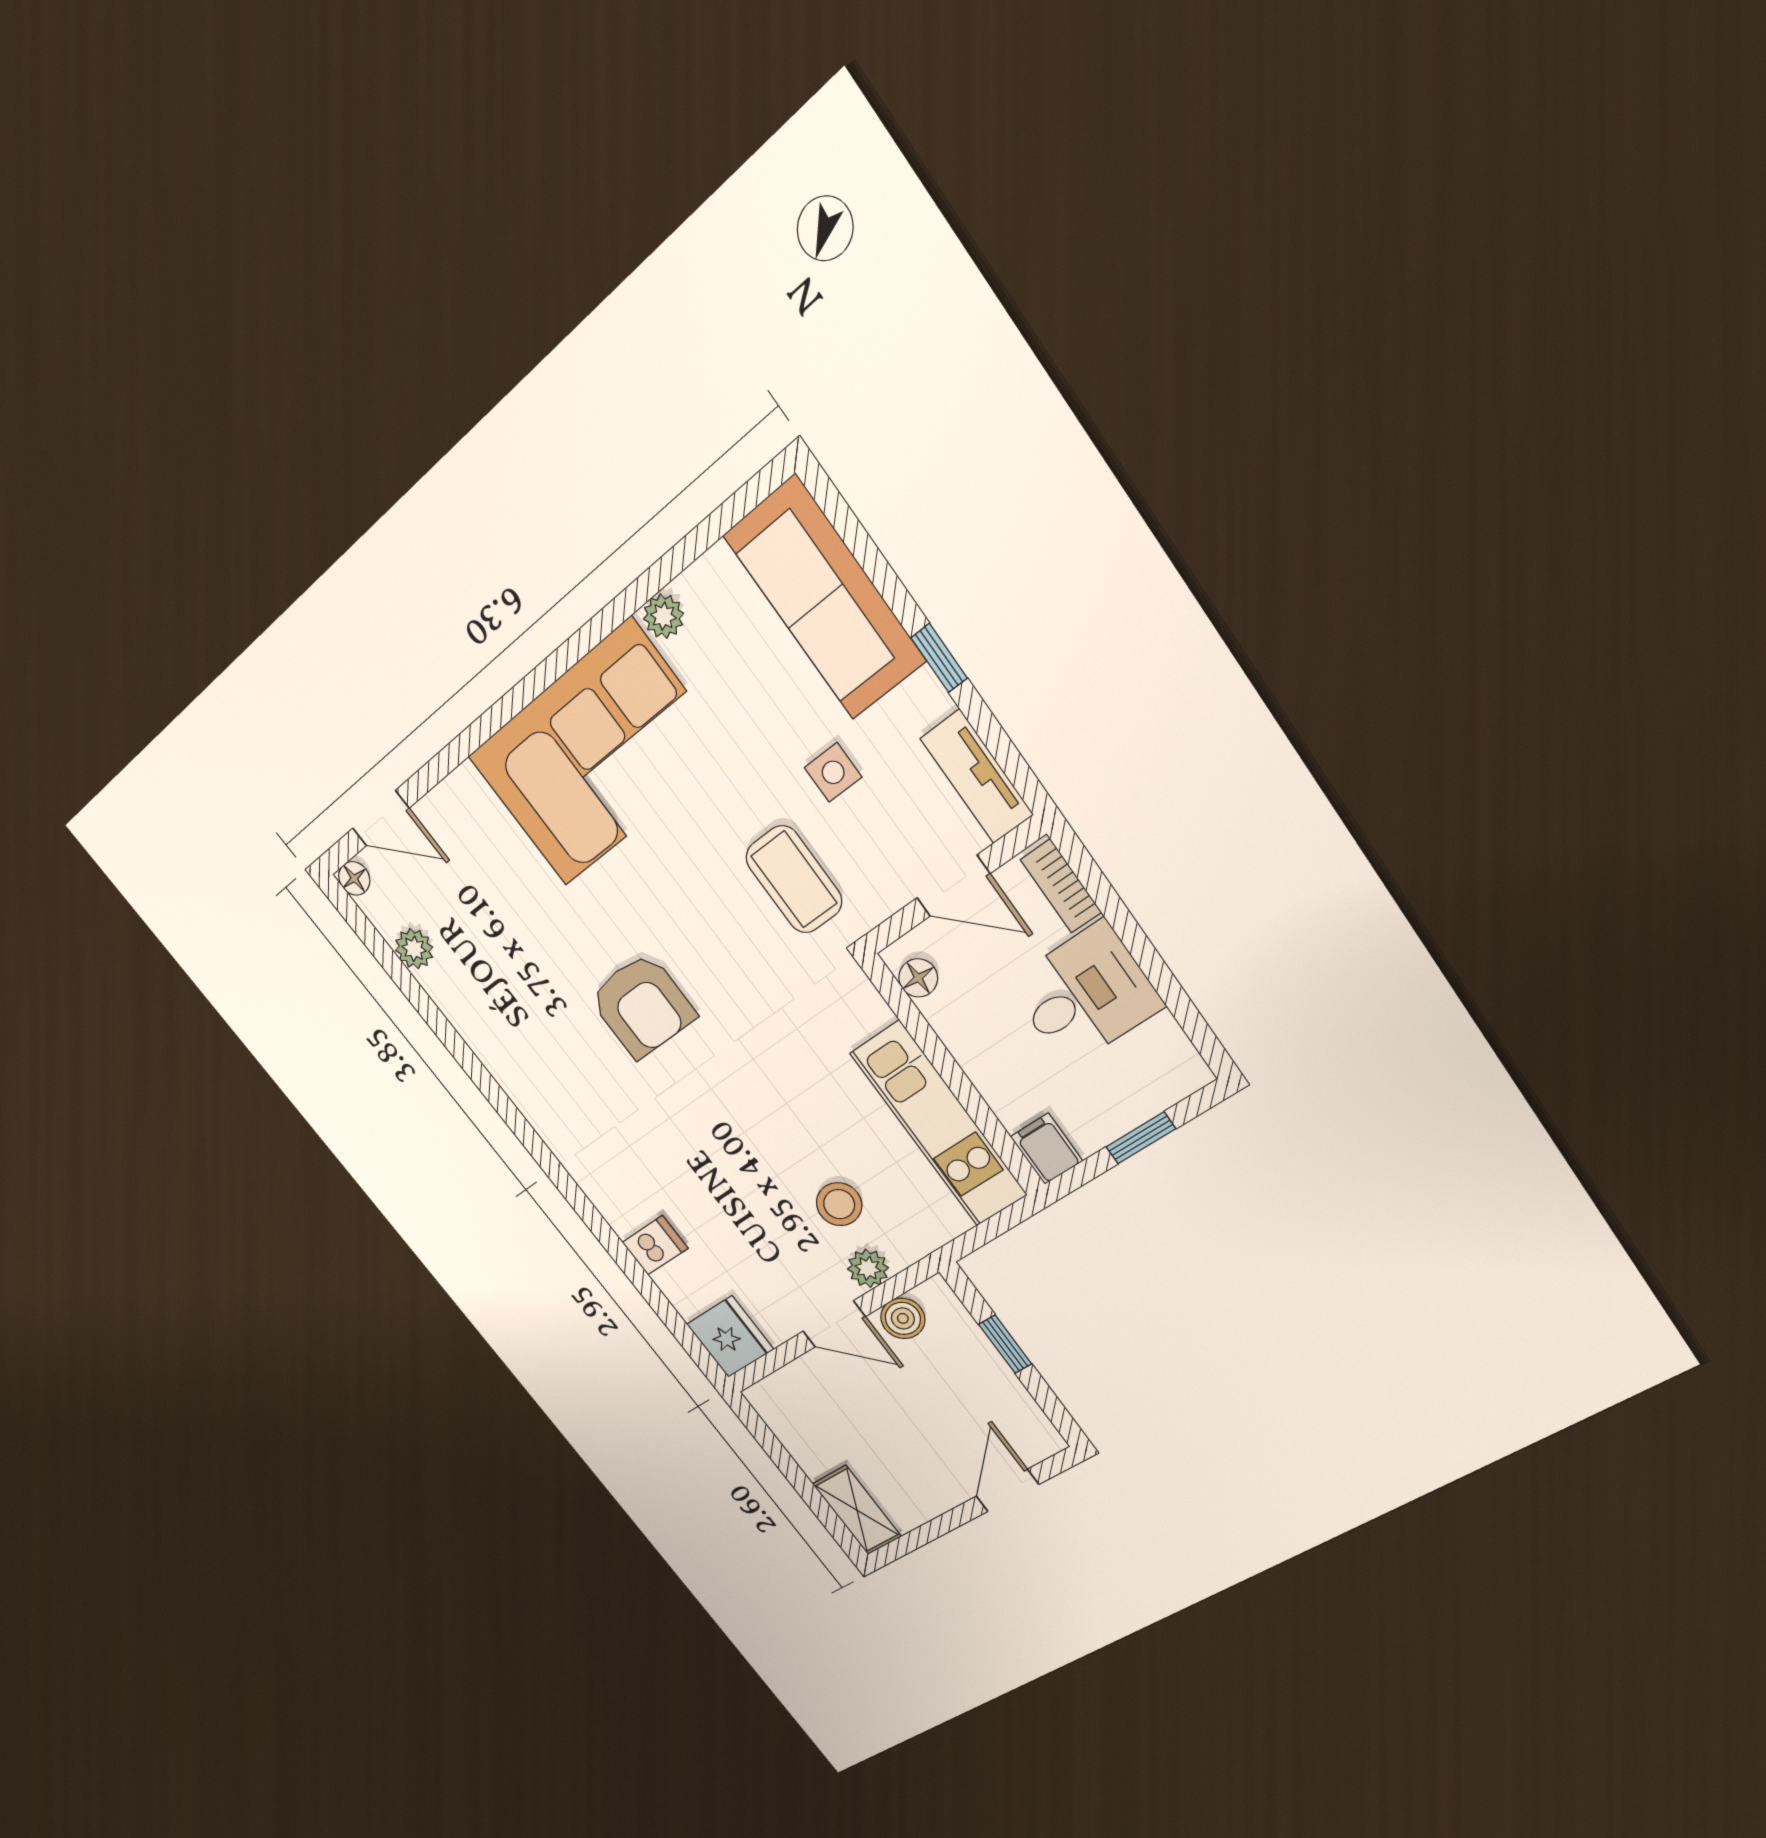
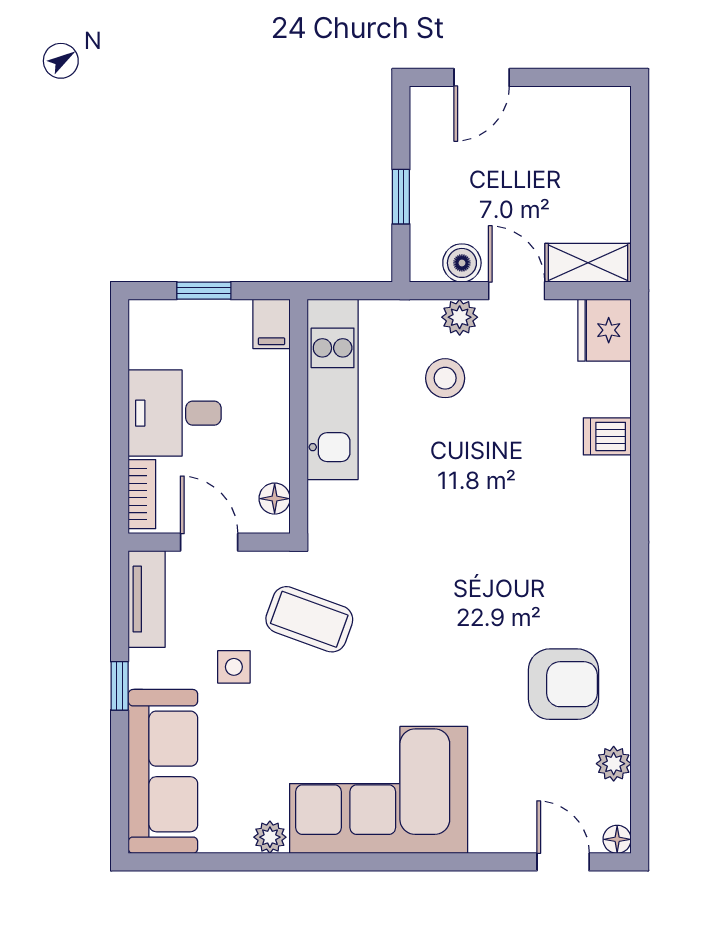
coffee table: (794, 880) -> (309, 619), turned -70
armchair: (642, 1006) -> (564, 684), moved, turned 90
shelving: (857, 1510) -> (588, 263), moved, turned 90

